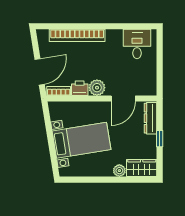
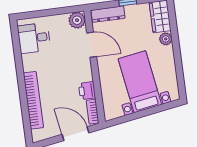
plant: (97, 88) -> (77, 20), moved

